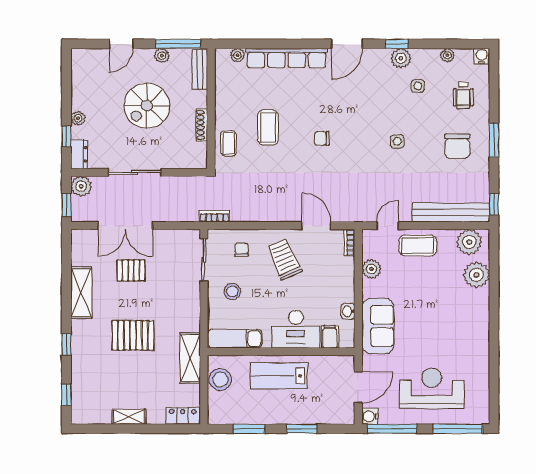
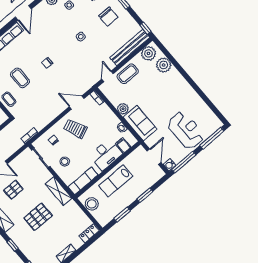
plant: (371, 269) -> (123, 109), moved
shelving: (190, 358) -> (59, 191), moved
reception desk: (432, 388) -> (186, 130), turned 90

